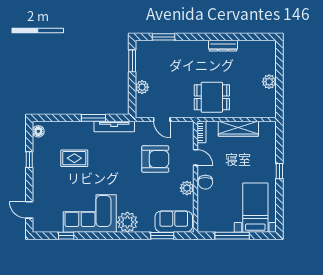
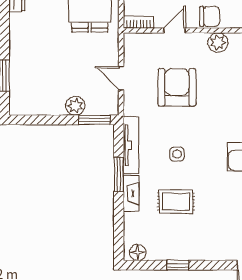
window: (132, 61) -> (94, 120), moved
door: (162, 119) -> (121, 78), swing flipped
fireplace: (80, 127) -> (131, 193), added
rug: (74, 158) -> (176, 202), turned 90
side table: (108, 159) -> (177, 154), added

